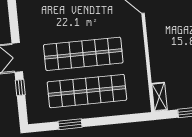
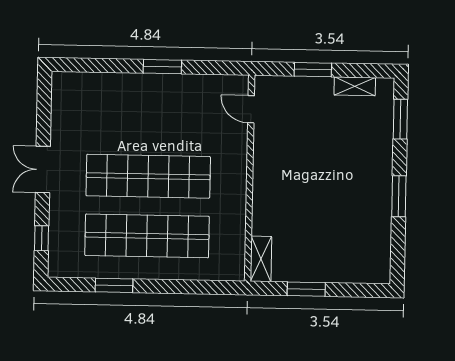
window: (20, 87) -> (42, 238), moved

